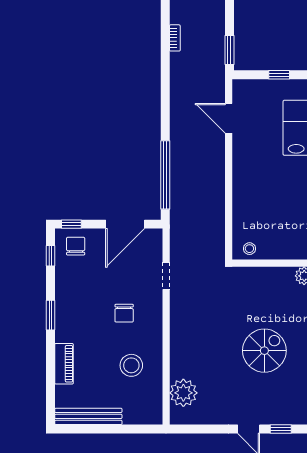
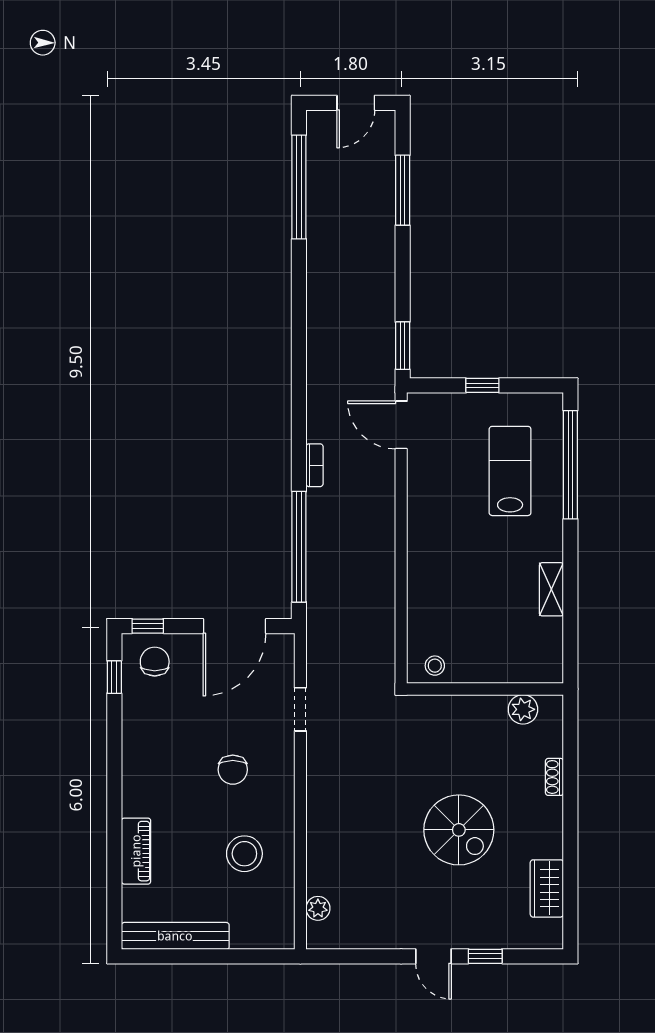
bookcase: (175, 38) -> (315, 465), moved
door: (229, 118) -> (401, 425), moved
window: (51, 315) -> (114, 773), removed
spiral stairs: (264, 351) -> (459, 830), turned 90
plant: (183, 393) -> (318, 908), width x0.53, depth x0.53

